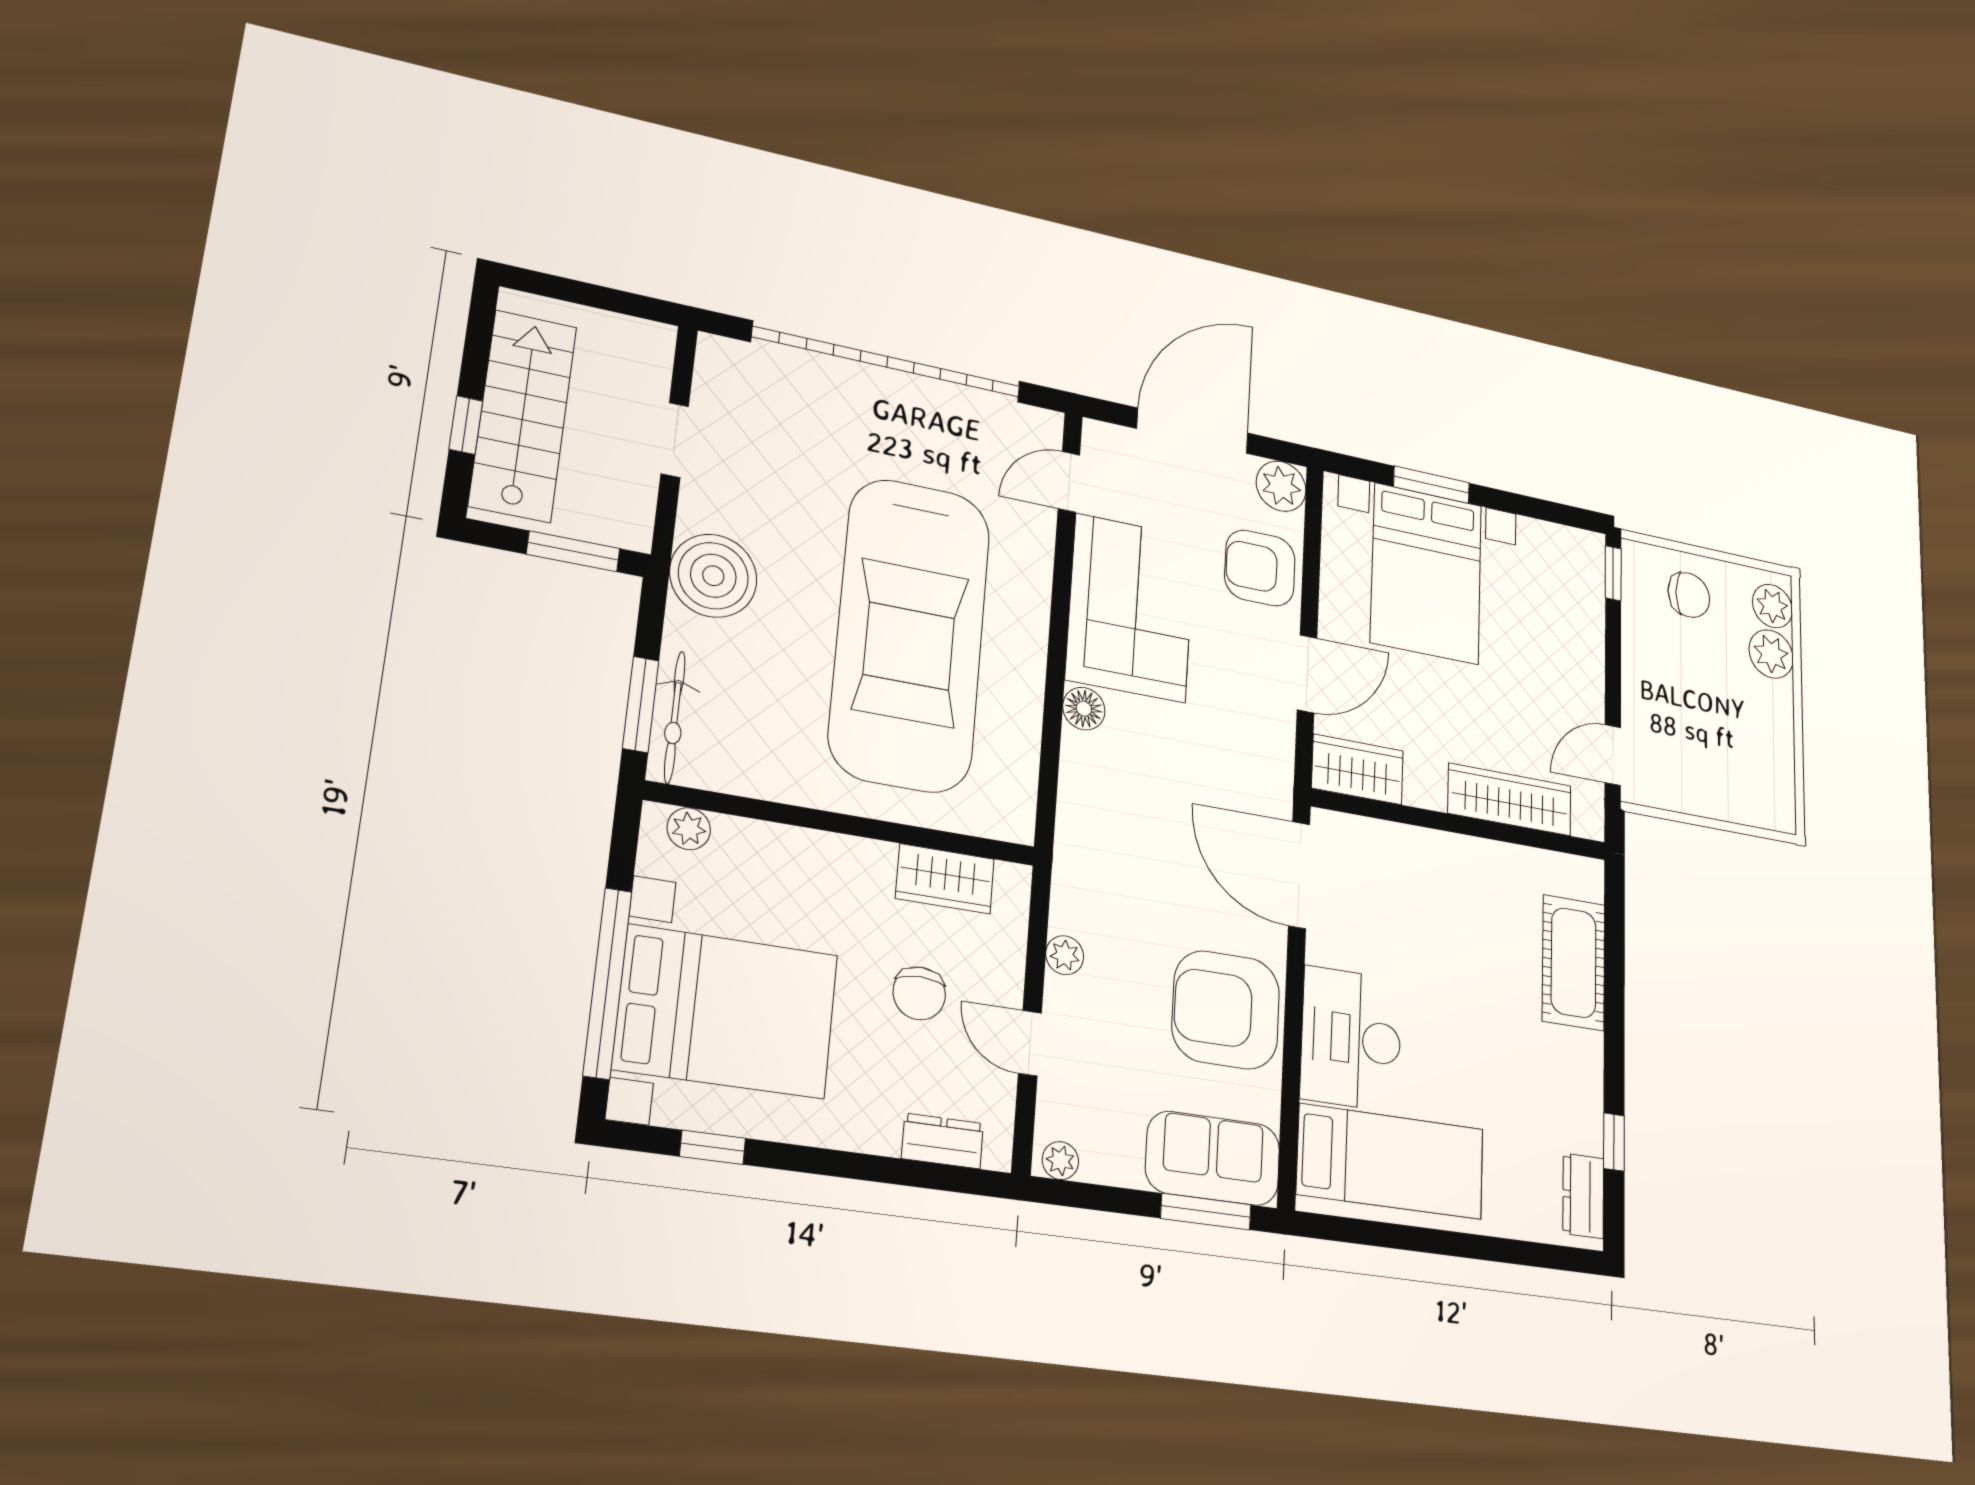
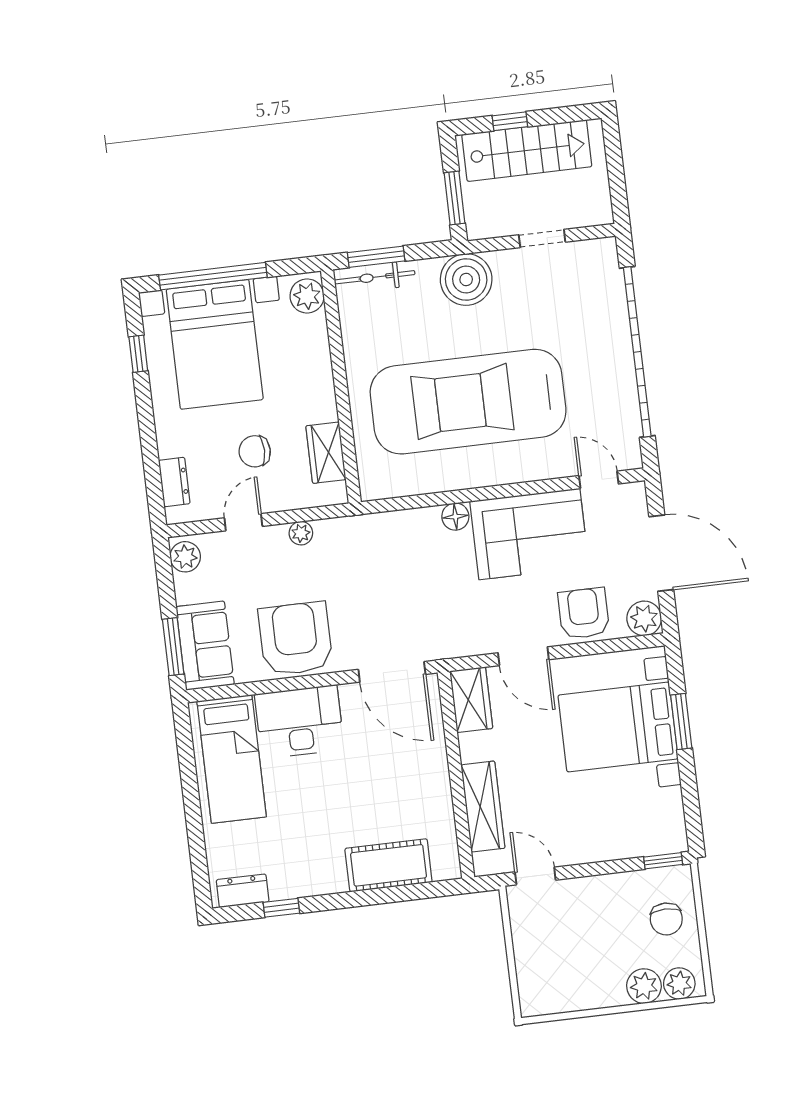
plant: (689, 829) -> (307, 296), width x1.38, depth x1.38
door: (1299, 875) -> (392, 672), swing flipped
plant: (1060, 1161) -> (185, 557), width x1.38, depth x1.38

